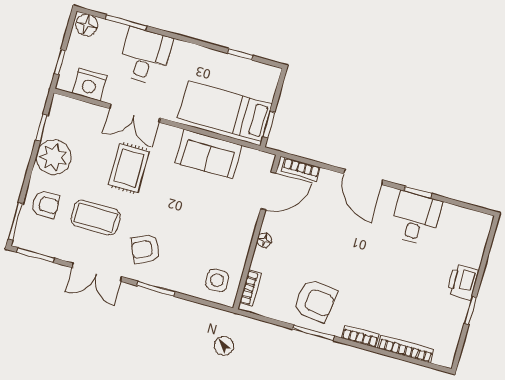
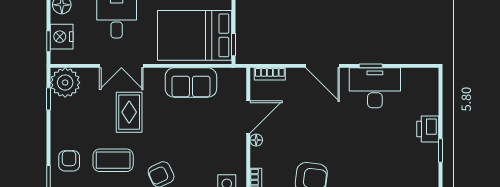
nightstand: (89, 84) -> (62, 37), moved, turned 90
bed: (225, 111) -> (195, 35), width x1.50
plant: (54, 157) -> (65, 83), moved
door: (268, 191) -> (248, 117), moved
armchair: (45, 204) -> (69, 161), turned -90
desk: (416, 218) -> (375, 88), width x1.37

